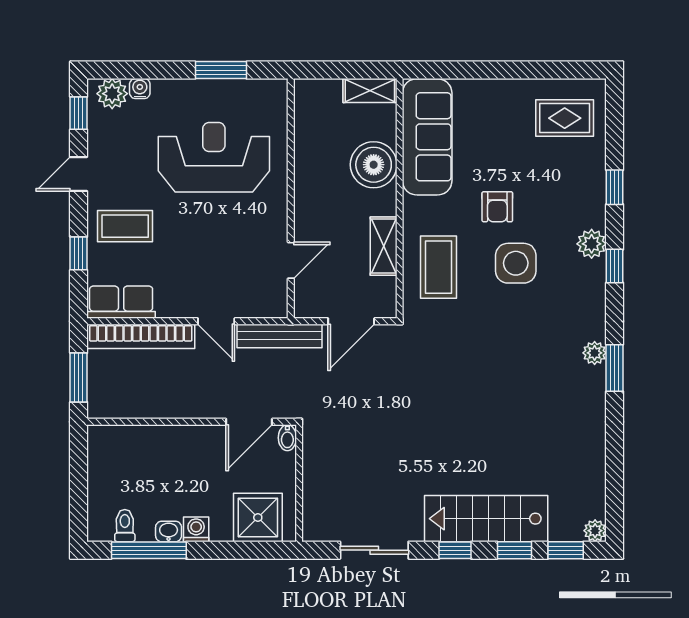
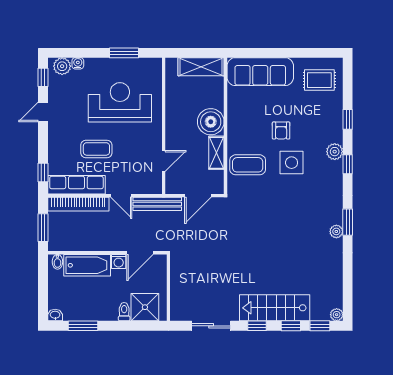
shelving: (370, 91) -> (201, 67), width x1.50, depth x1.33
sofa: (427, 137) -> (260, 72), moved, turned 90
boiler: (374, 165) -> (211, 122), moved
coffee table: (125, 226) -> (96, 149), moved
window: (79, 253) -> (43, 173), moved
coffee table: (439, 267) -> (248, 165), turned 90
row of seats: (121, 302) -> (76, 185), width x1.48
plant: (595, 353) -> (336, 231), moved
bidet: (287, 438) -> (57, 262), moved
bathtub: (156, 444) -> (87, 265), added
toilet: (125, 526) -> (124, 312), moved
washing machine: (196, 529) -> (119, 261), moved, turned 180
washbasin: (169, 531) -> (55, 315), moved
window: (149, 550) -> (83, 326), width x0.69

